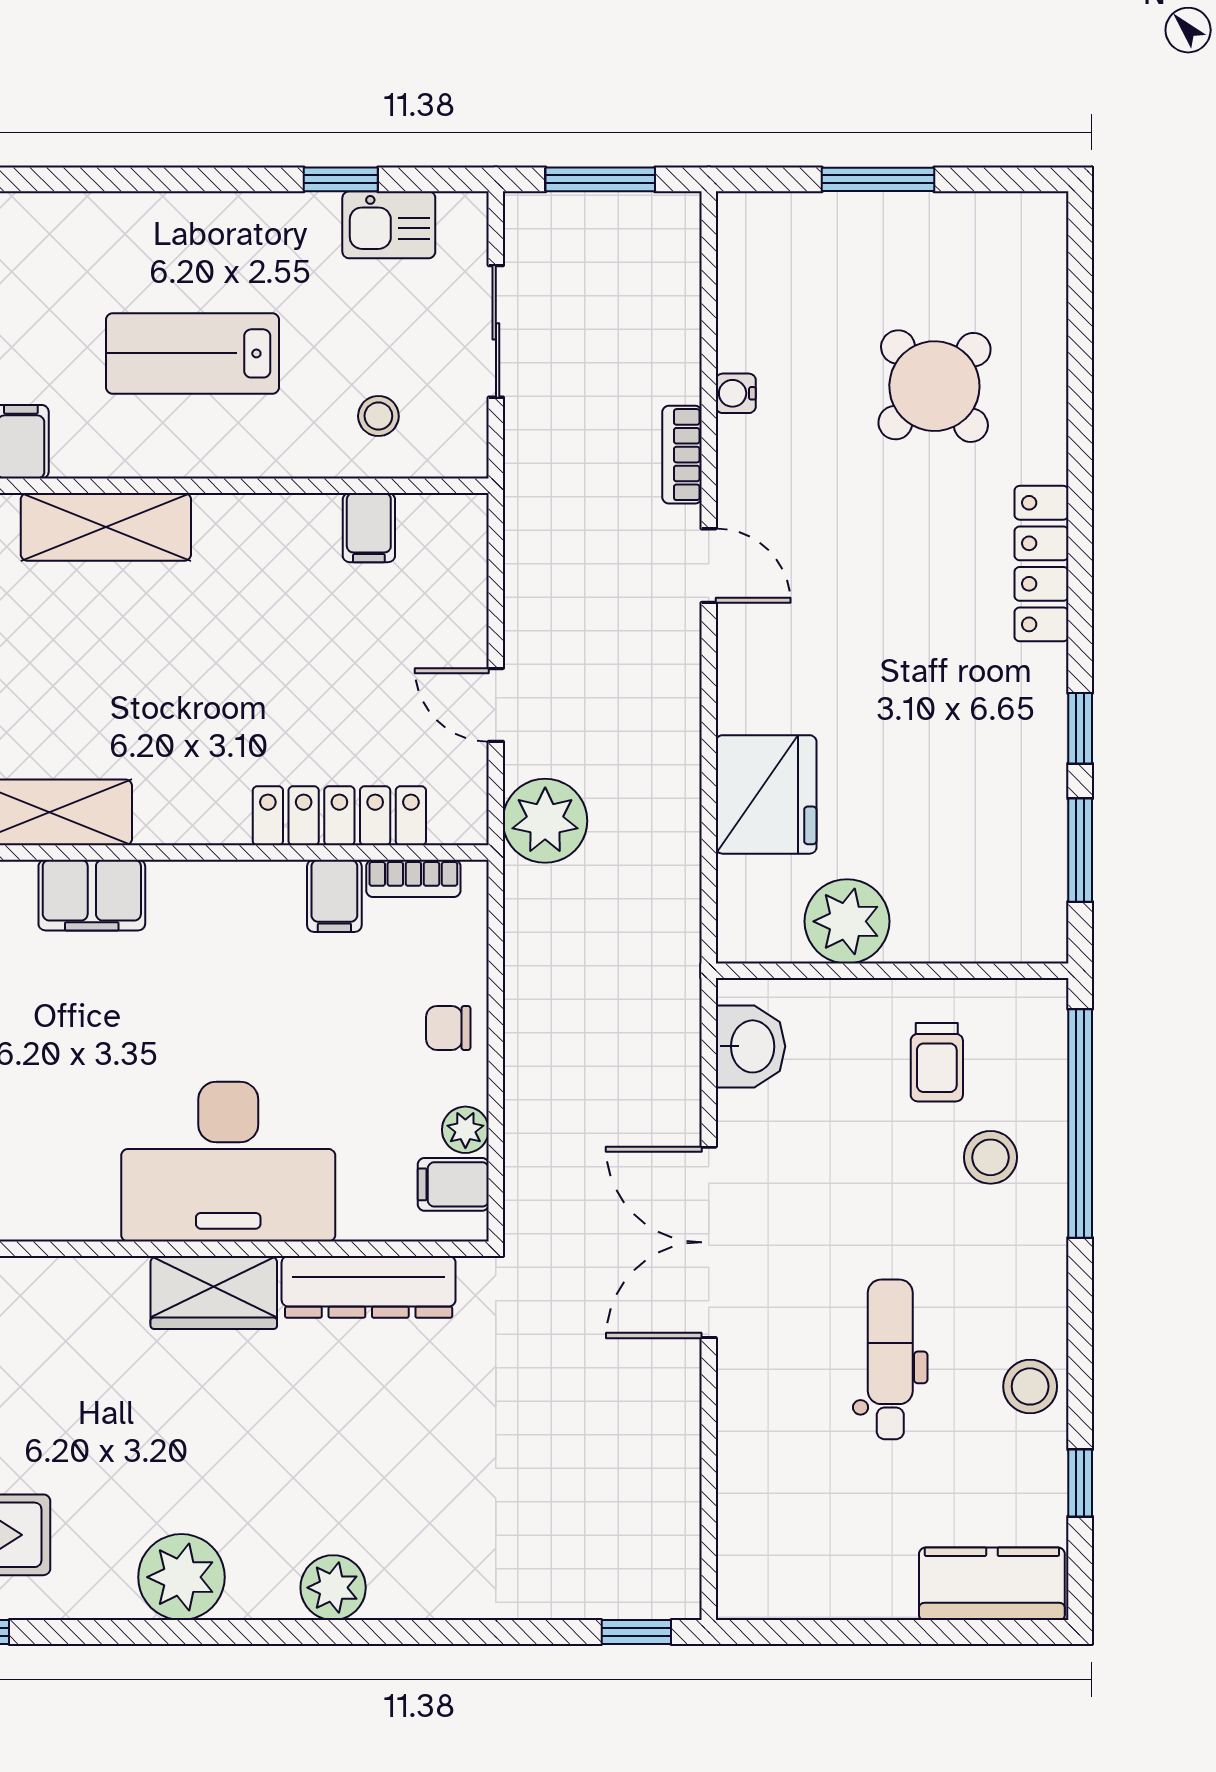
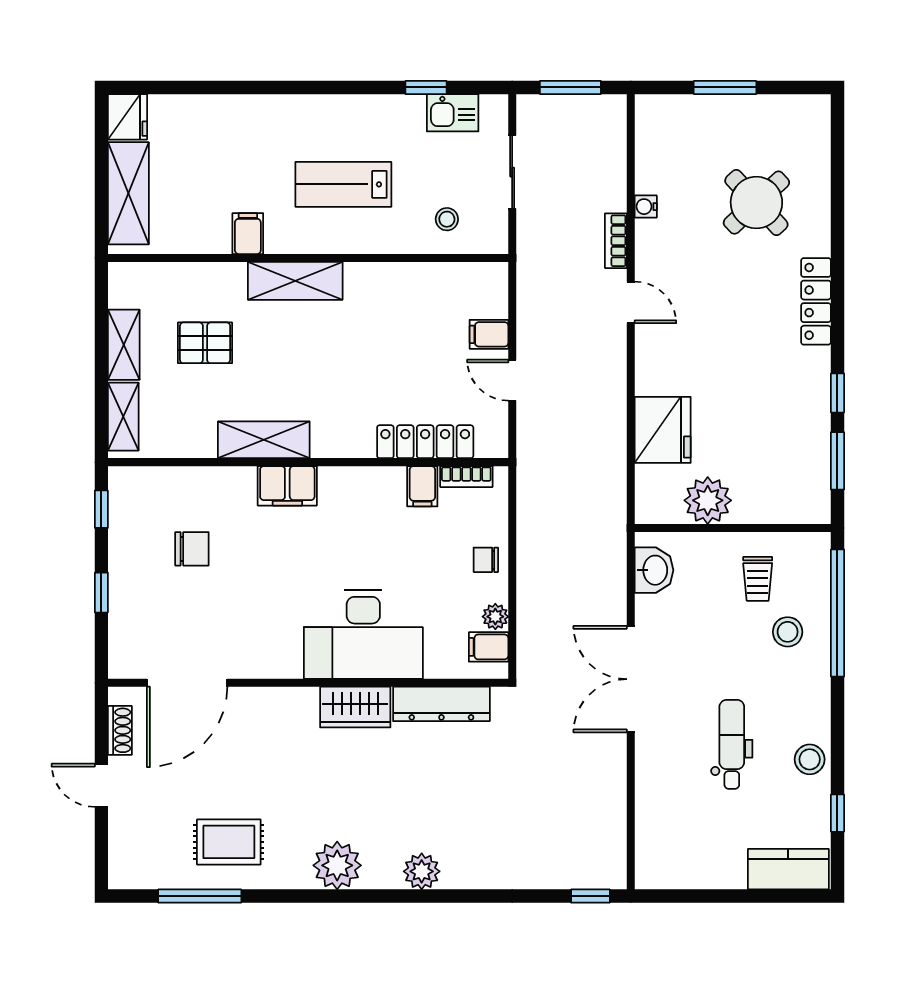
filing cabinet: (369, 528) -> (489, 334), moved, turned 90
plant: (545, 821) -> (540, 445), removed

